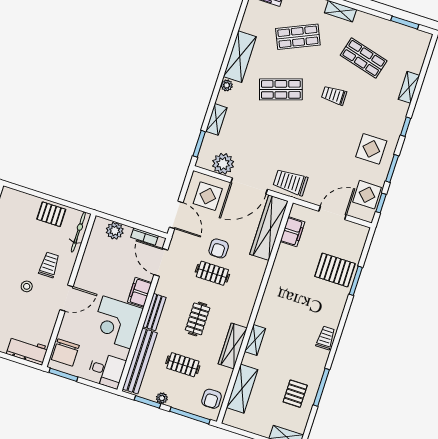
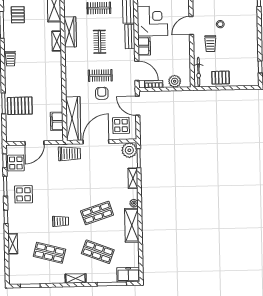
shop shelf: (298, 37) -> (98, 252), turned 45
plant: (223, 164) -> (129, 150), moved

